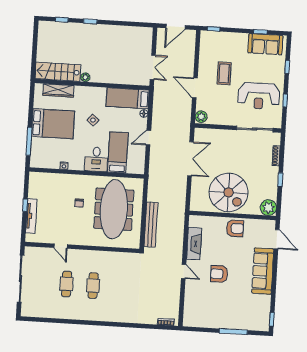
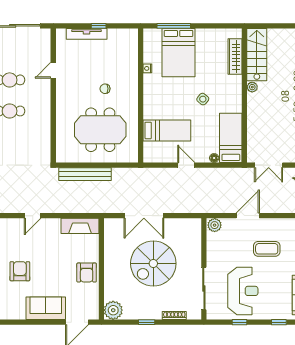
reception desk: (259, 96) -> (243, 291), turned 180
bed: (53, 124) -> (179, 53), moved
desk: (96, 159) -> (157, 106), removed
double door: (190, 159) -> (144, 216), moved
spiral stairs: (229, 192) -> (153, 263), moved
meeting table: (114, 209) -> (100, 130), width x0.73
fireplace: (194, 244) -> (80, 226), moved
sofa: (263, 271) -> (46, 308), width x0.73
armchair: (219, 274) -> (20, 271), moved

